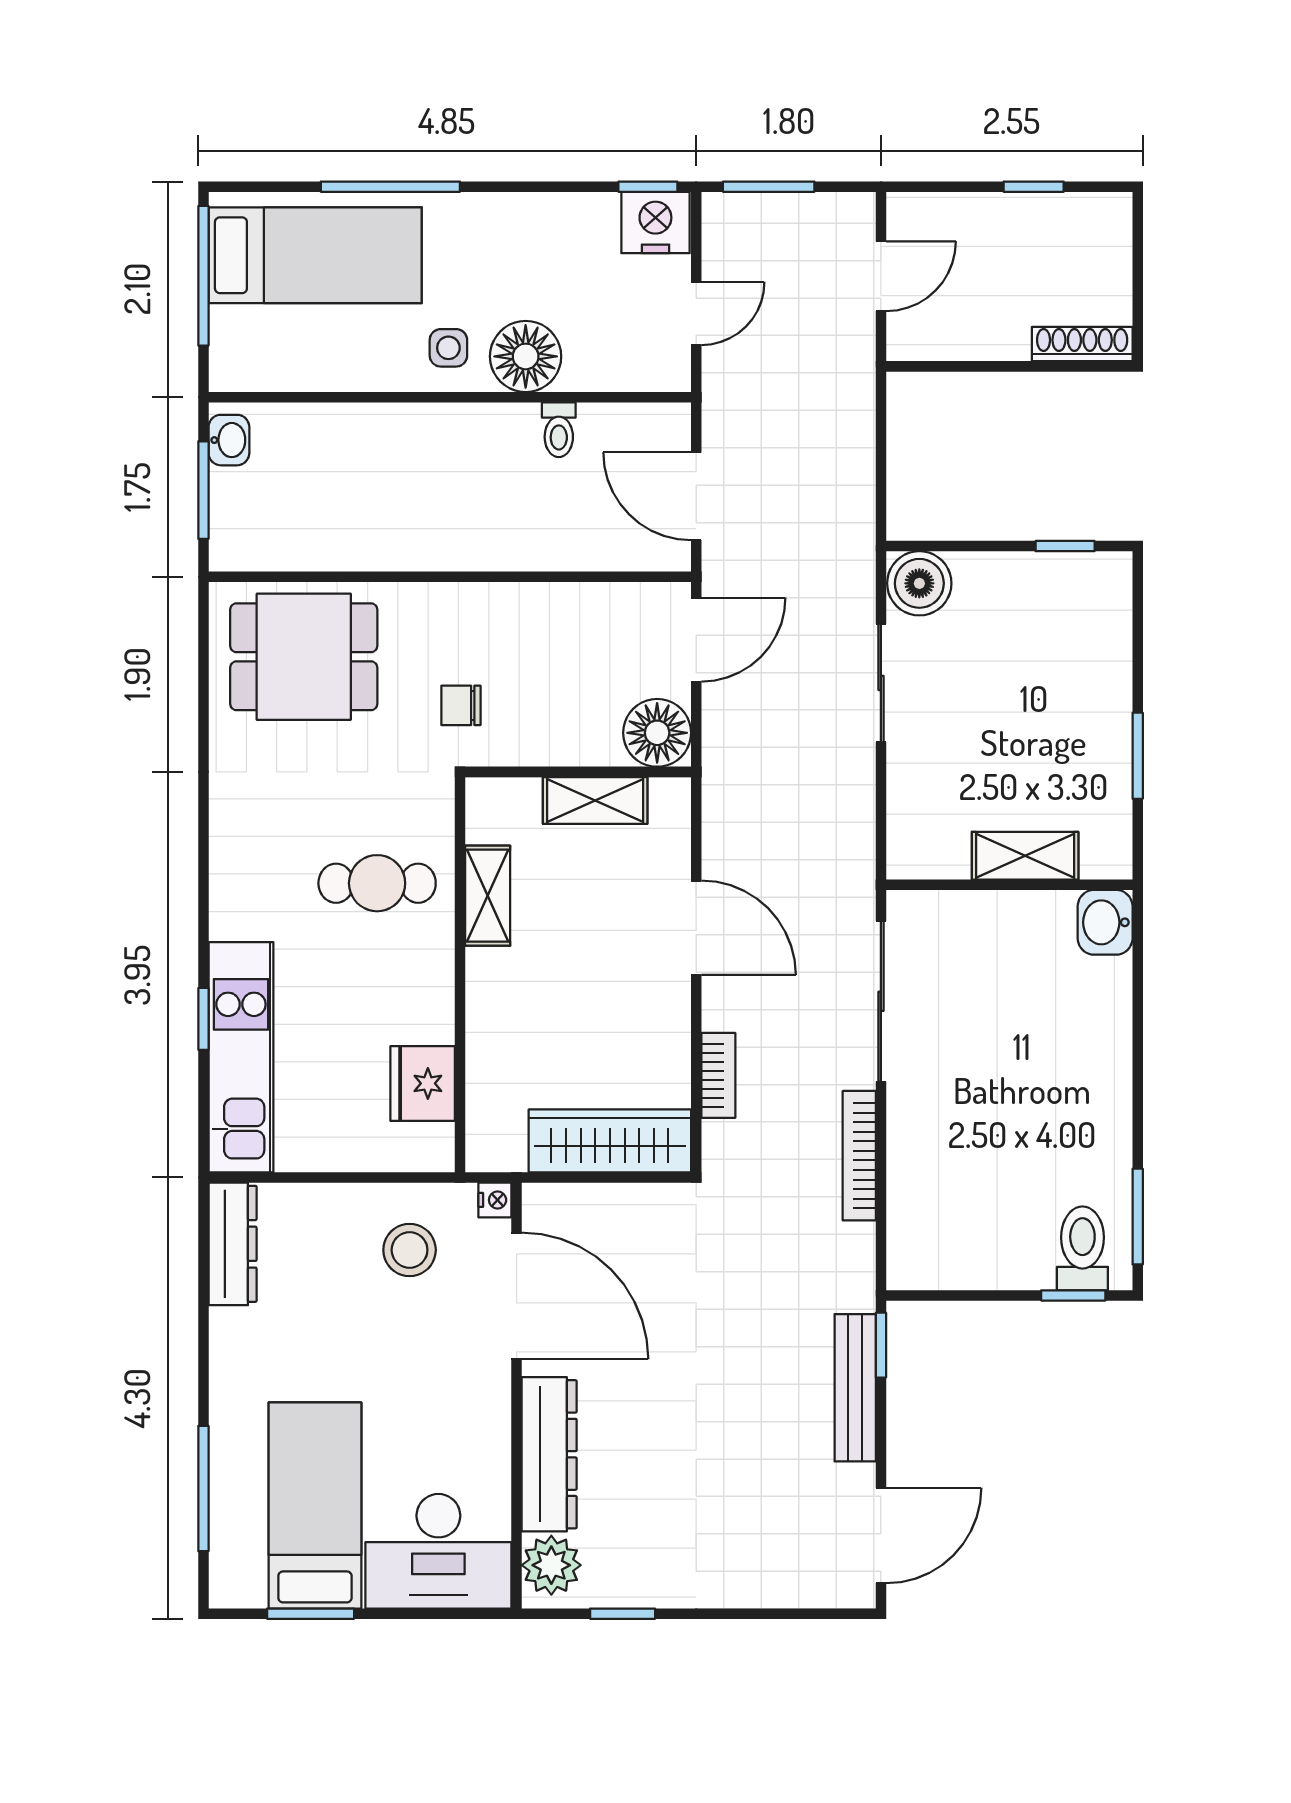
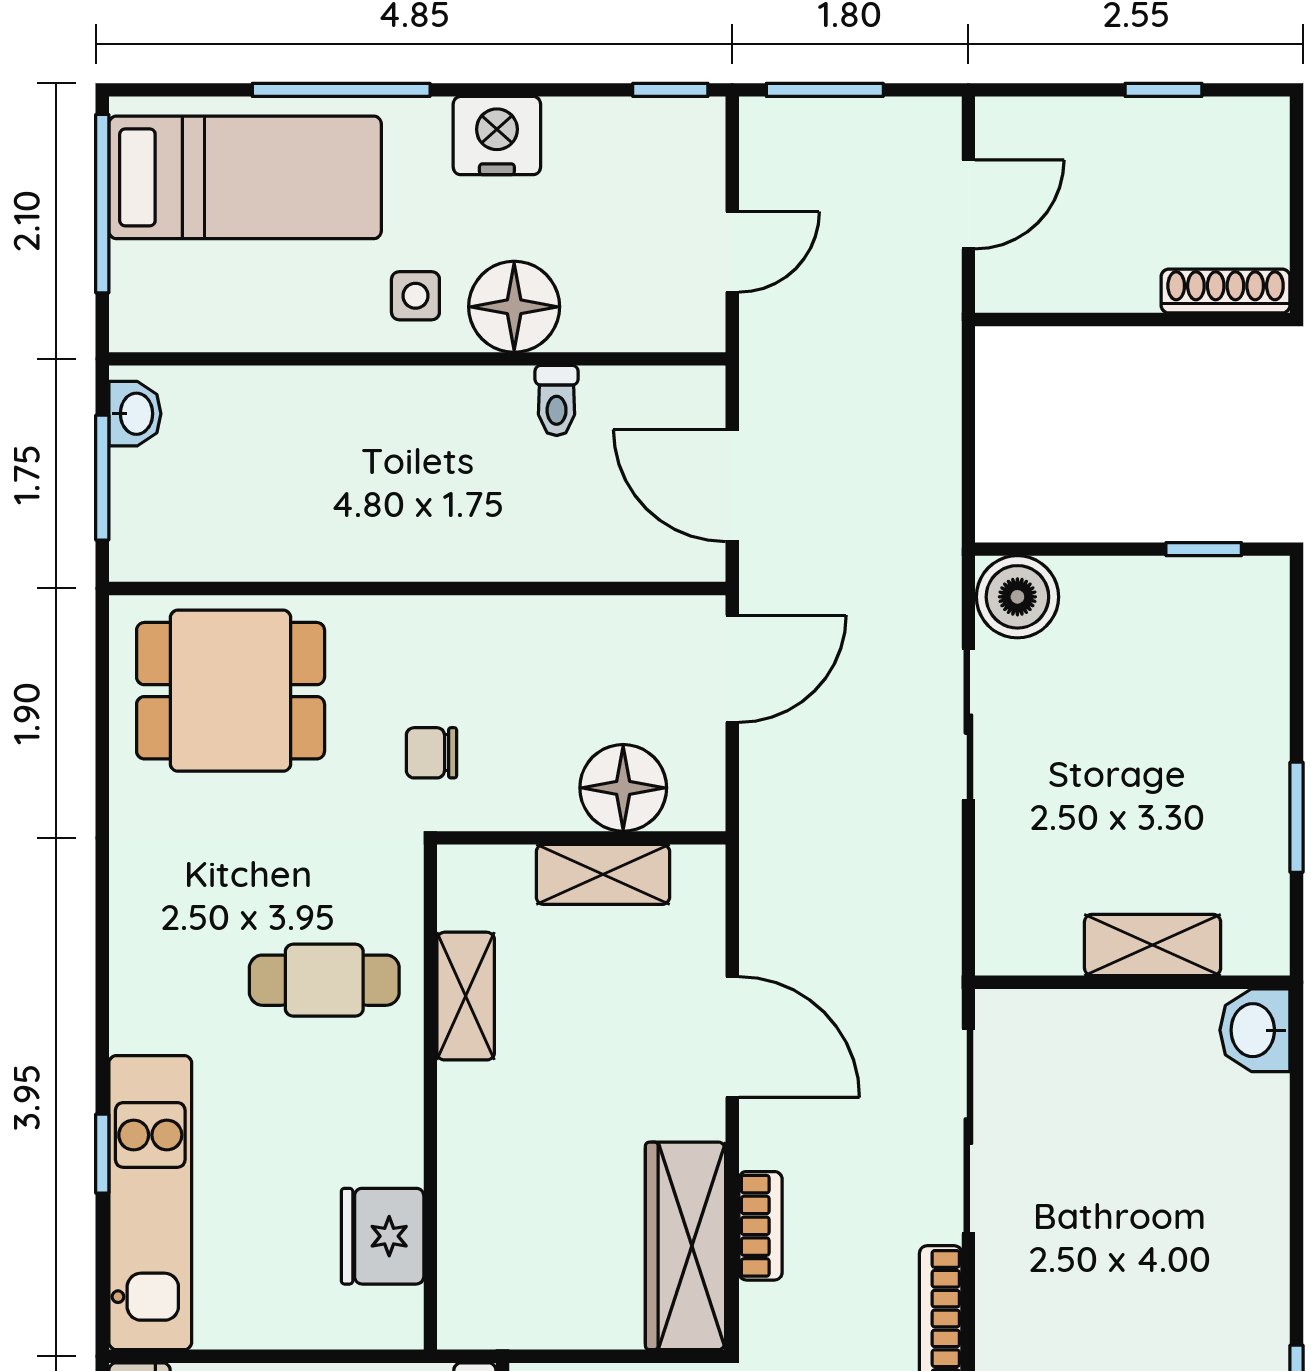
nightstand: (655, 223) -> (497, 136), moved
floor lamp: (657, 733) -> (623, 788), moved
wardrobe: (610, 1141) -> (686, 1246), moved, turned -90

